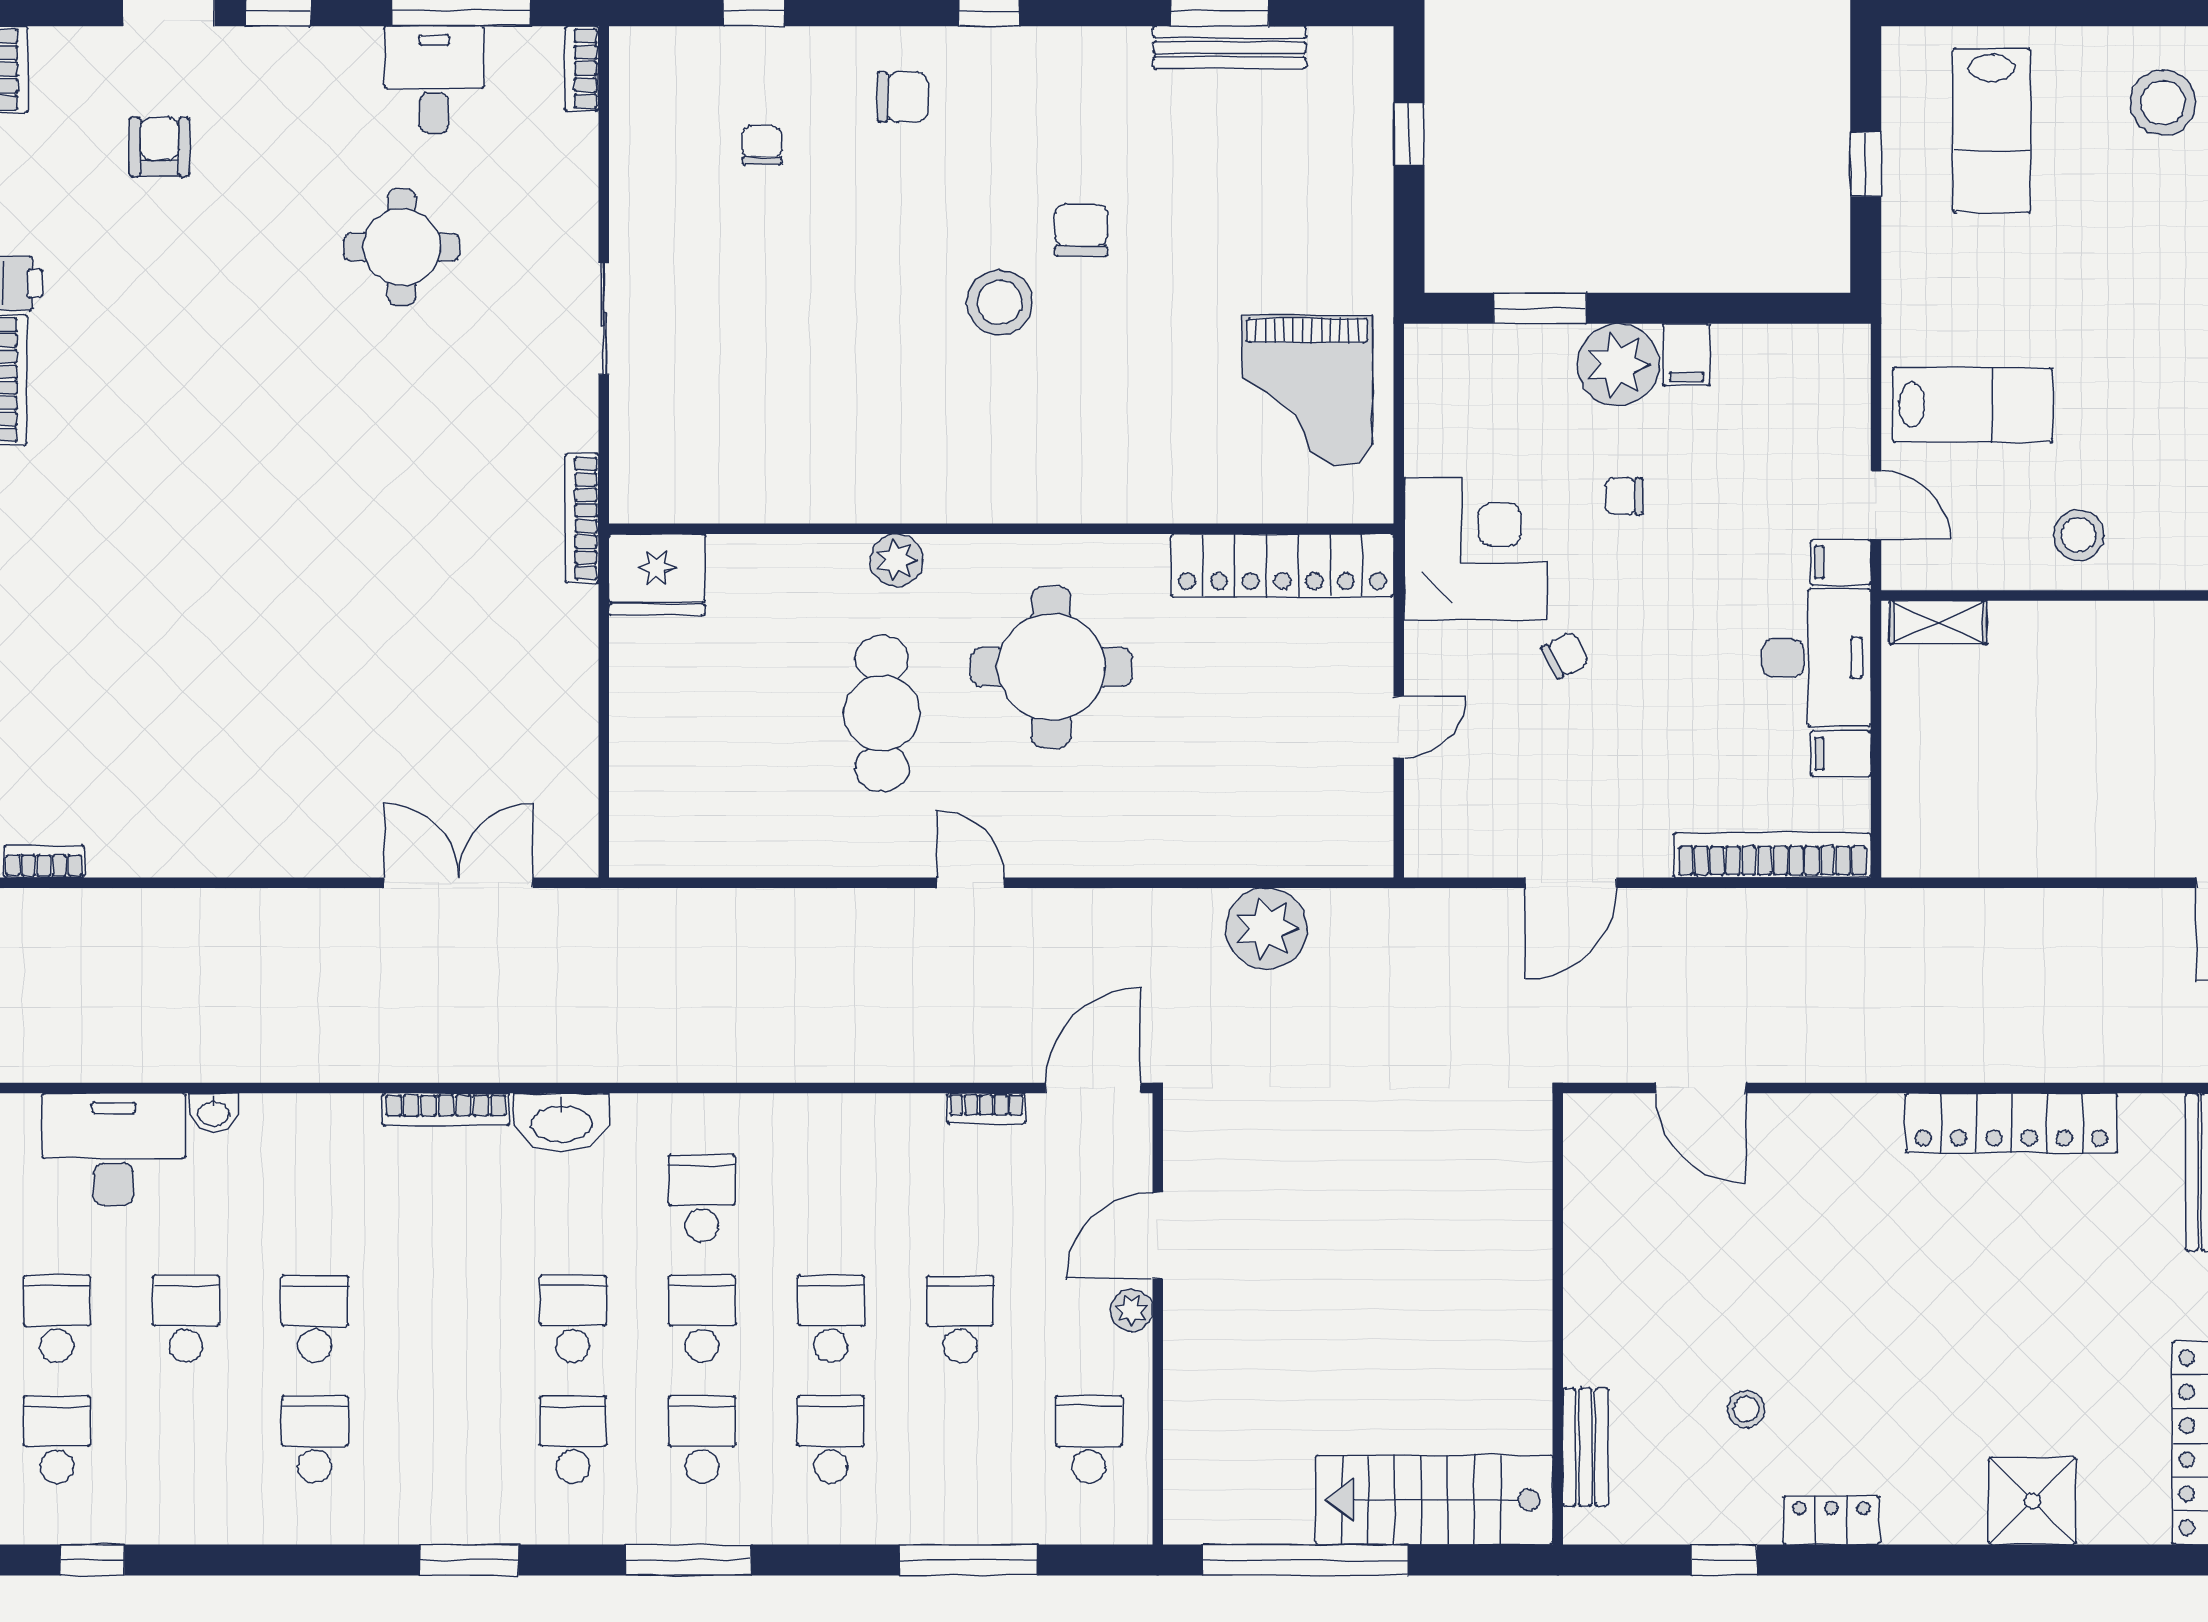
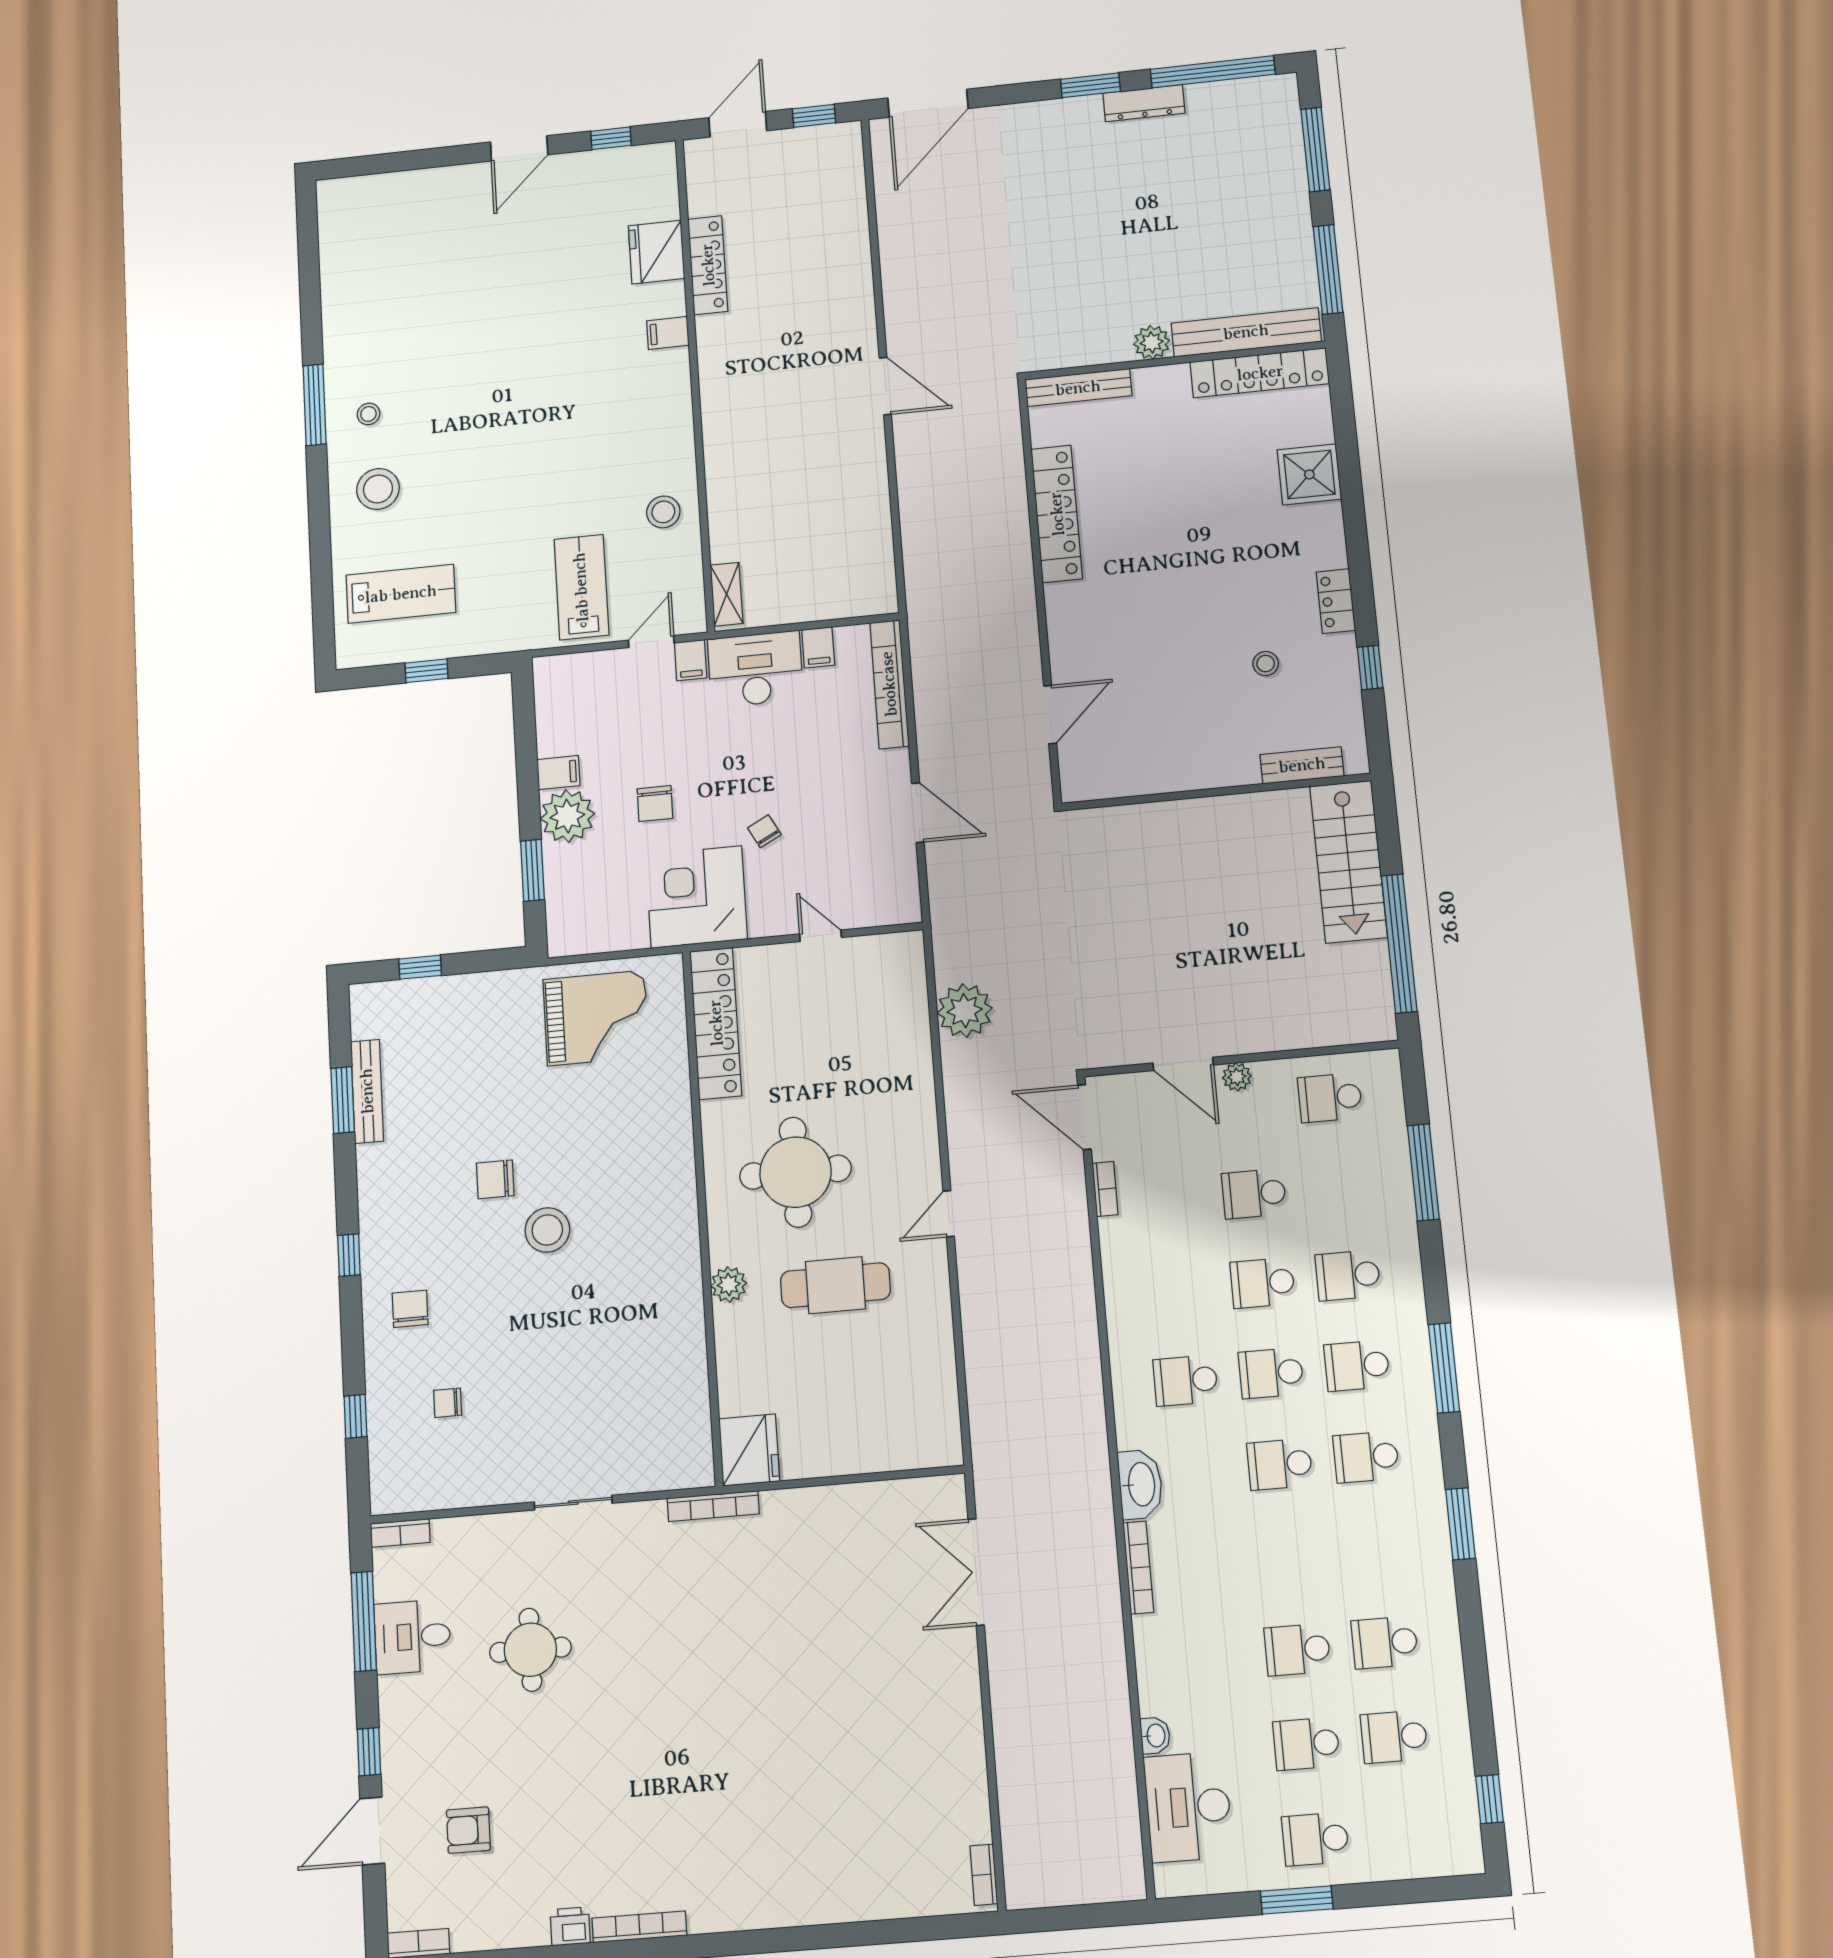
chair: (1624, 496) -> (655, 804), width x1.37, depth x1.37
school desk: (57, 1439) -> (1394, 1737), moved

